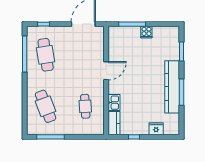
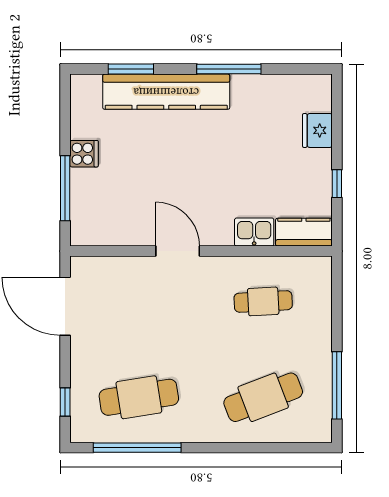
kitchen counter: (172, 87) -> (166, 92), moved

